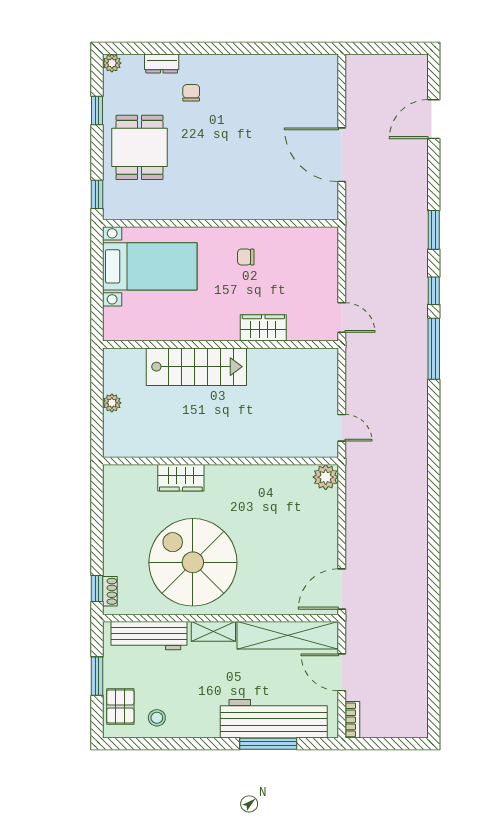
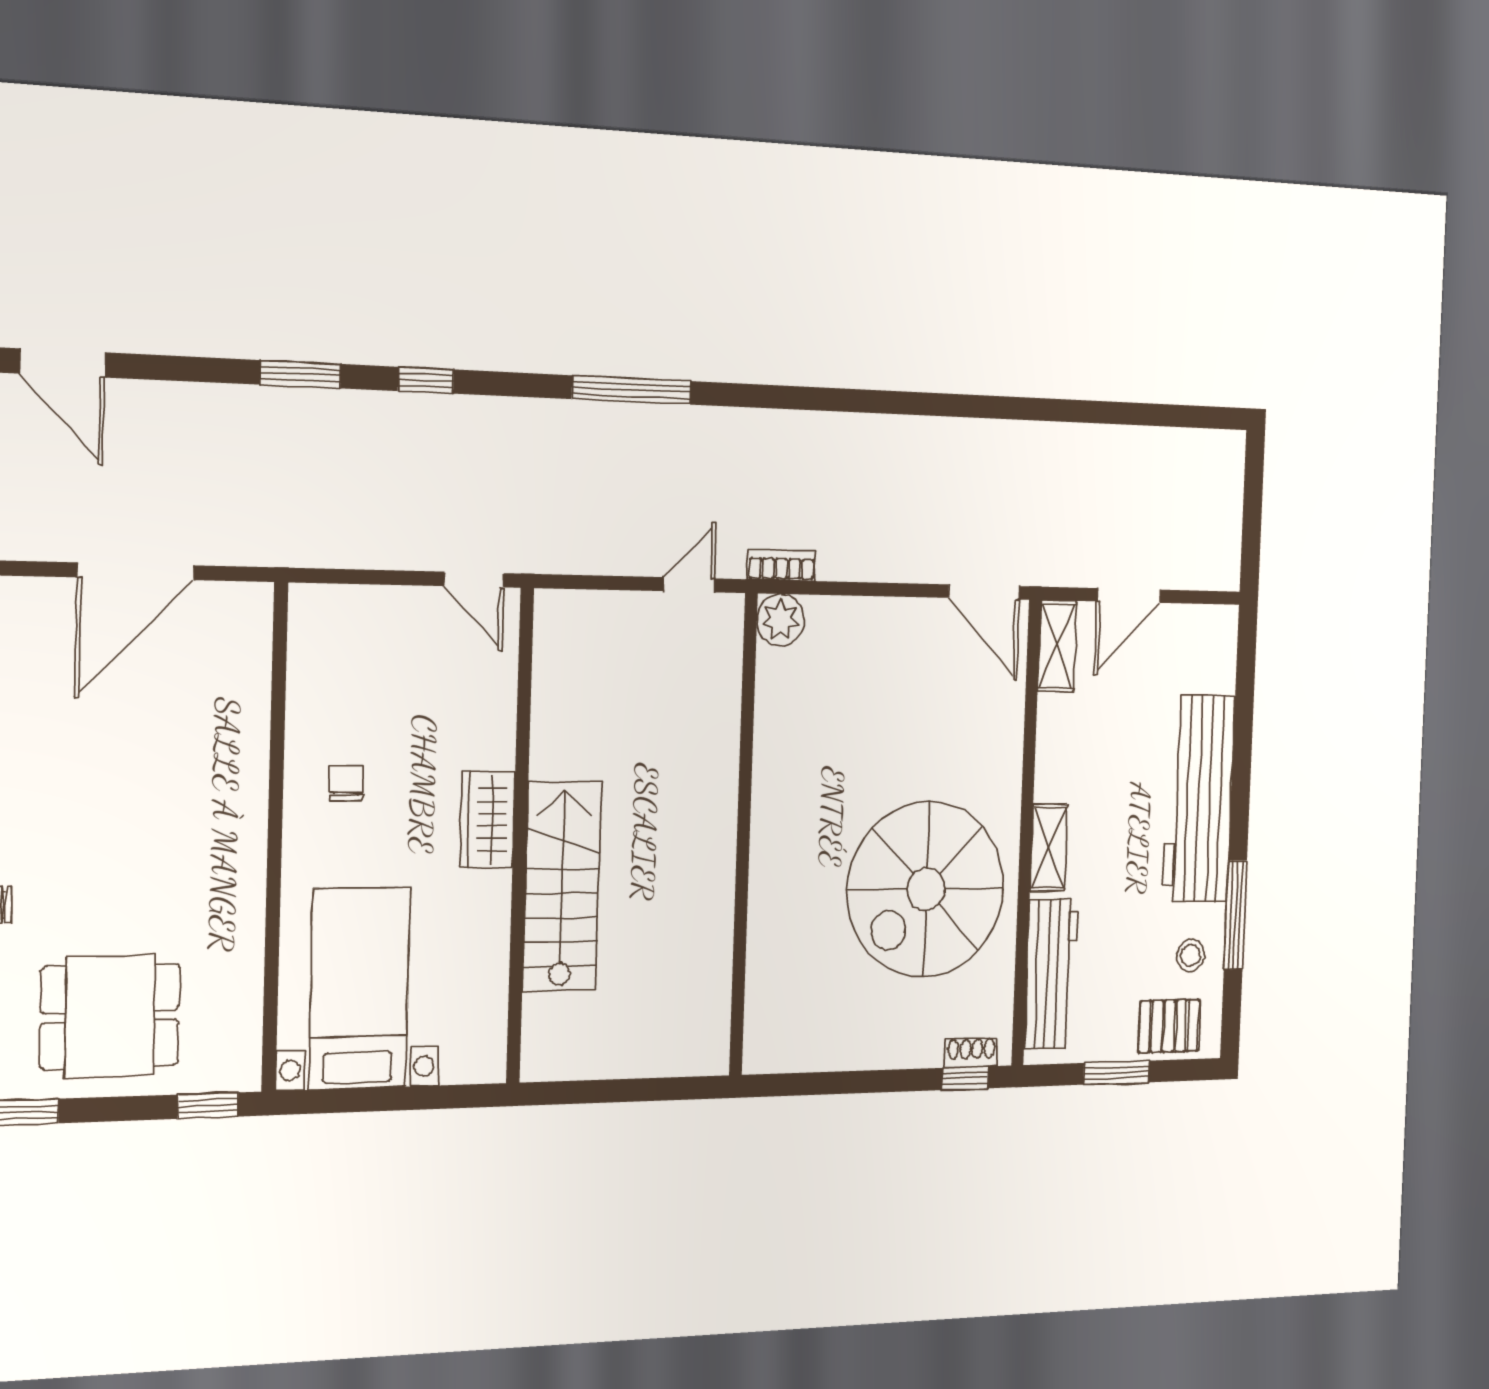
chair: (246, 257) -> (346, 783), turned 180
door: (342, 317) -> (474, 580), swing flipped
wardrobe: (263, 328) -> (488, 820), moved
window: (434, 349) -> (632, 390), moved
plant: (112, 403) -> (626, 1060), removed
wardrobe: (181, 478) -> (772, 916), removed
shelving: (288, 635) -> (1057, 646), width x0.45, depth x0.75
workbench: (274, 719) -> (1199, 799), moved
bookcase: (352, 720) -> (781, 565), moved
window: (268, 744) -> (1235, 915), moved

